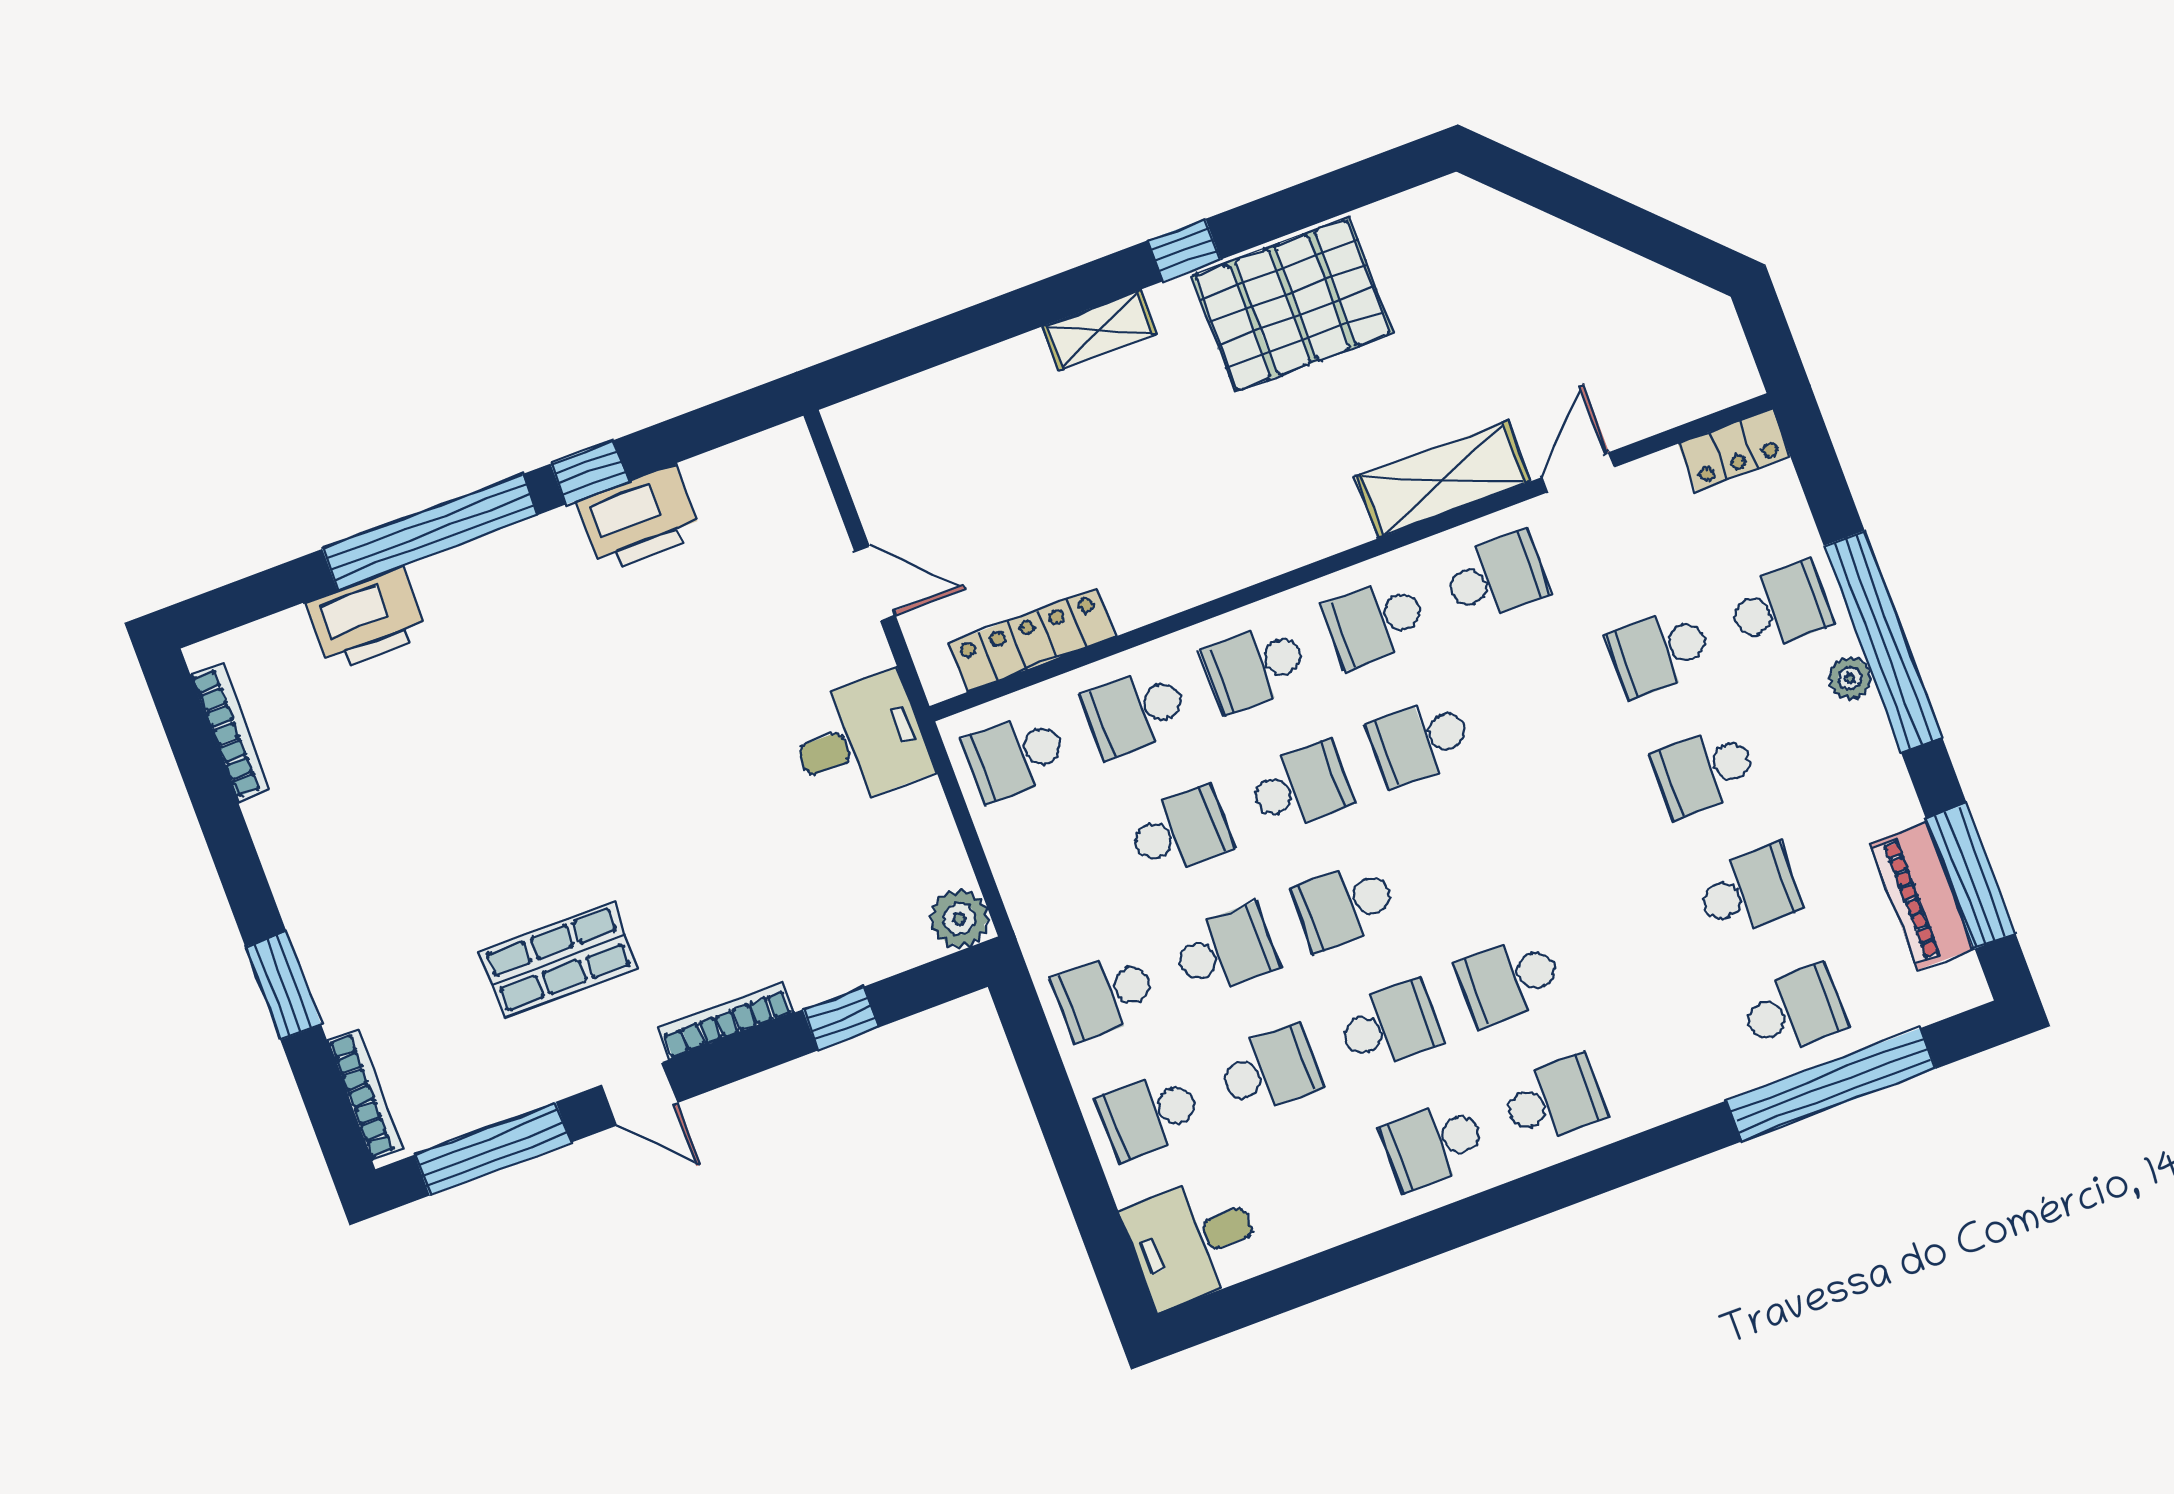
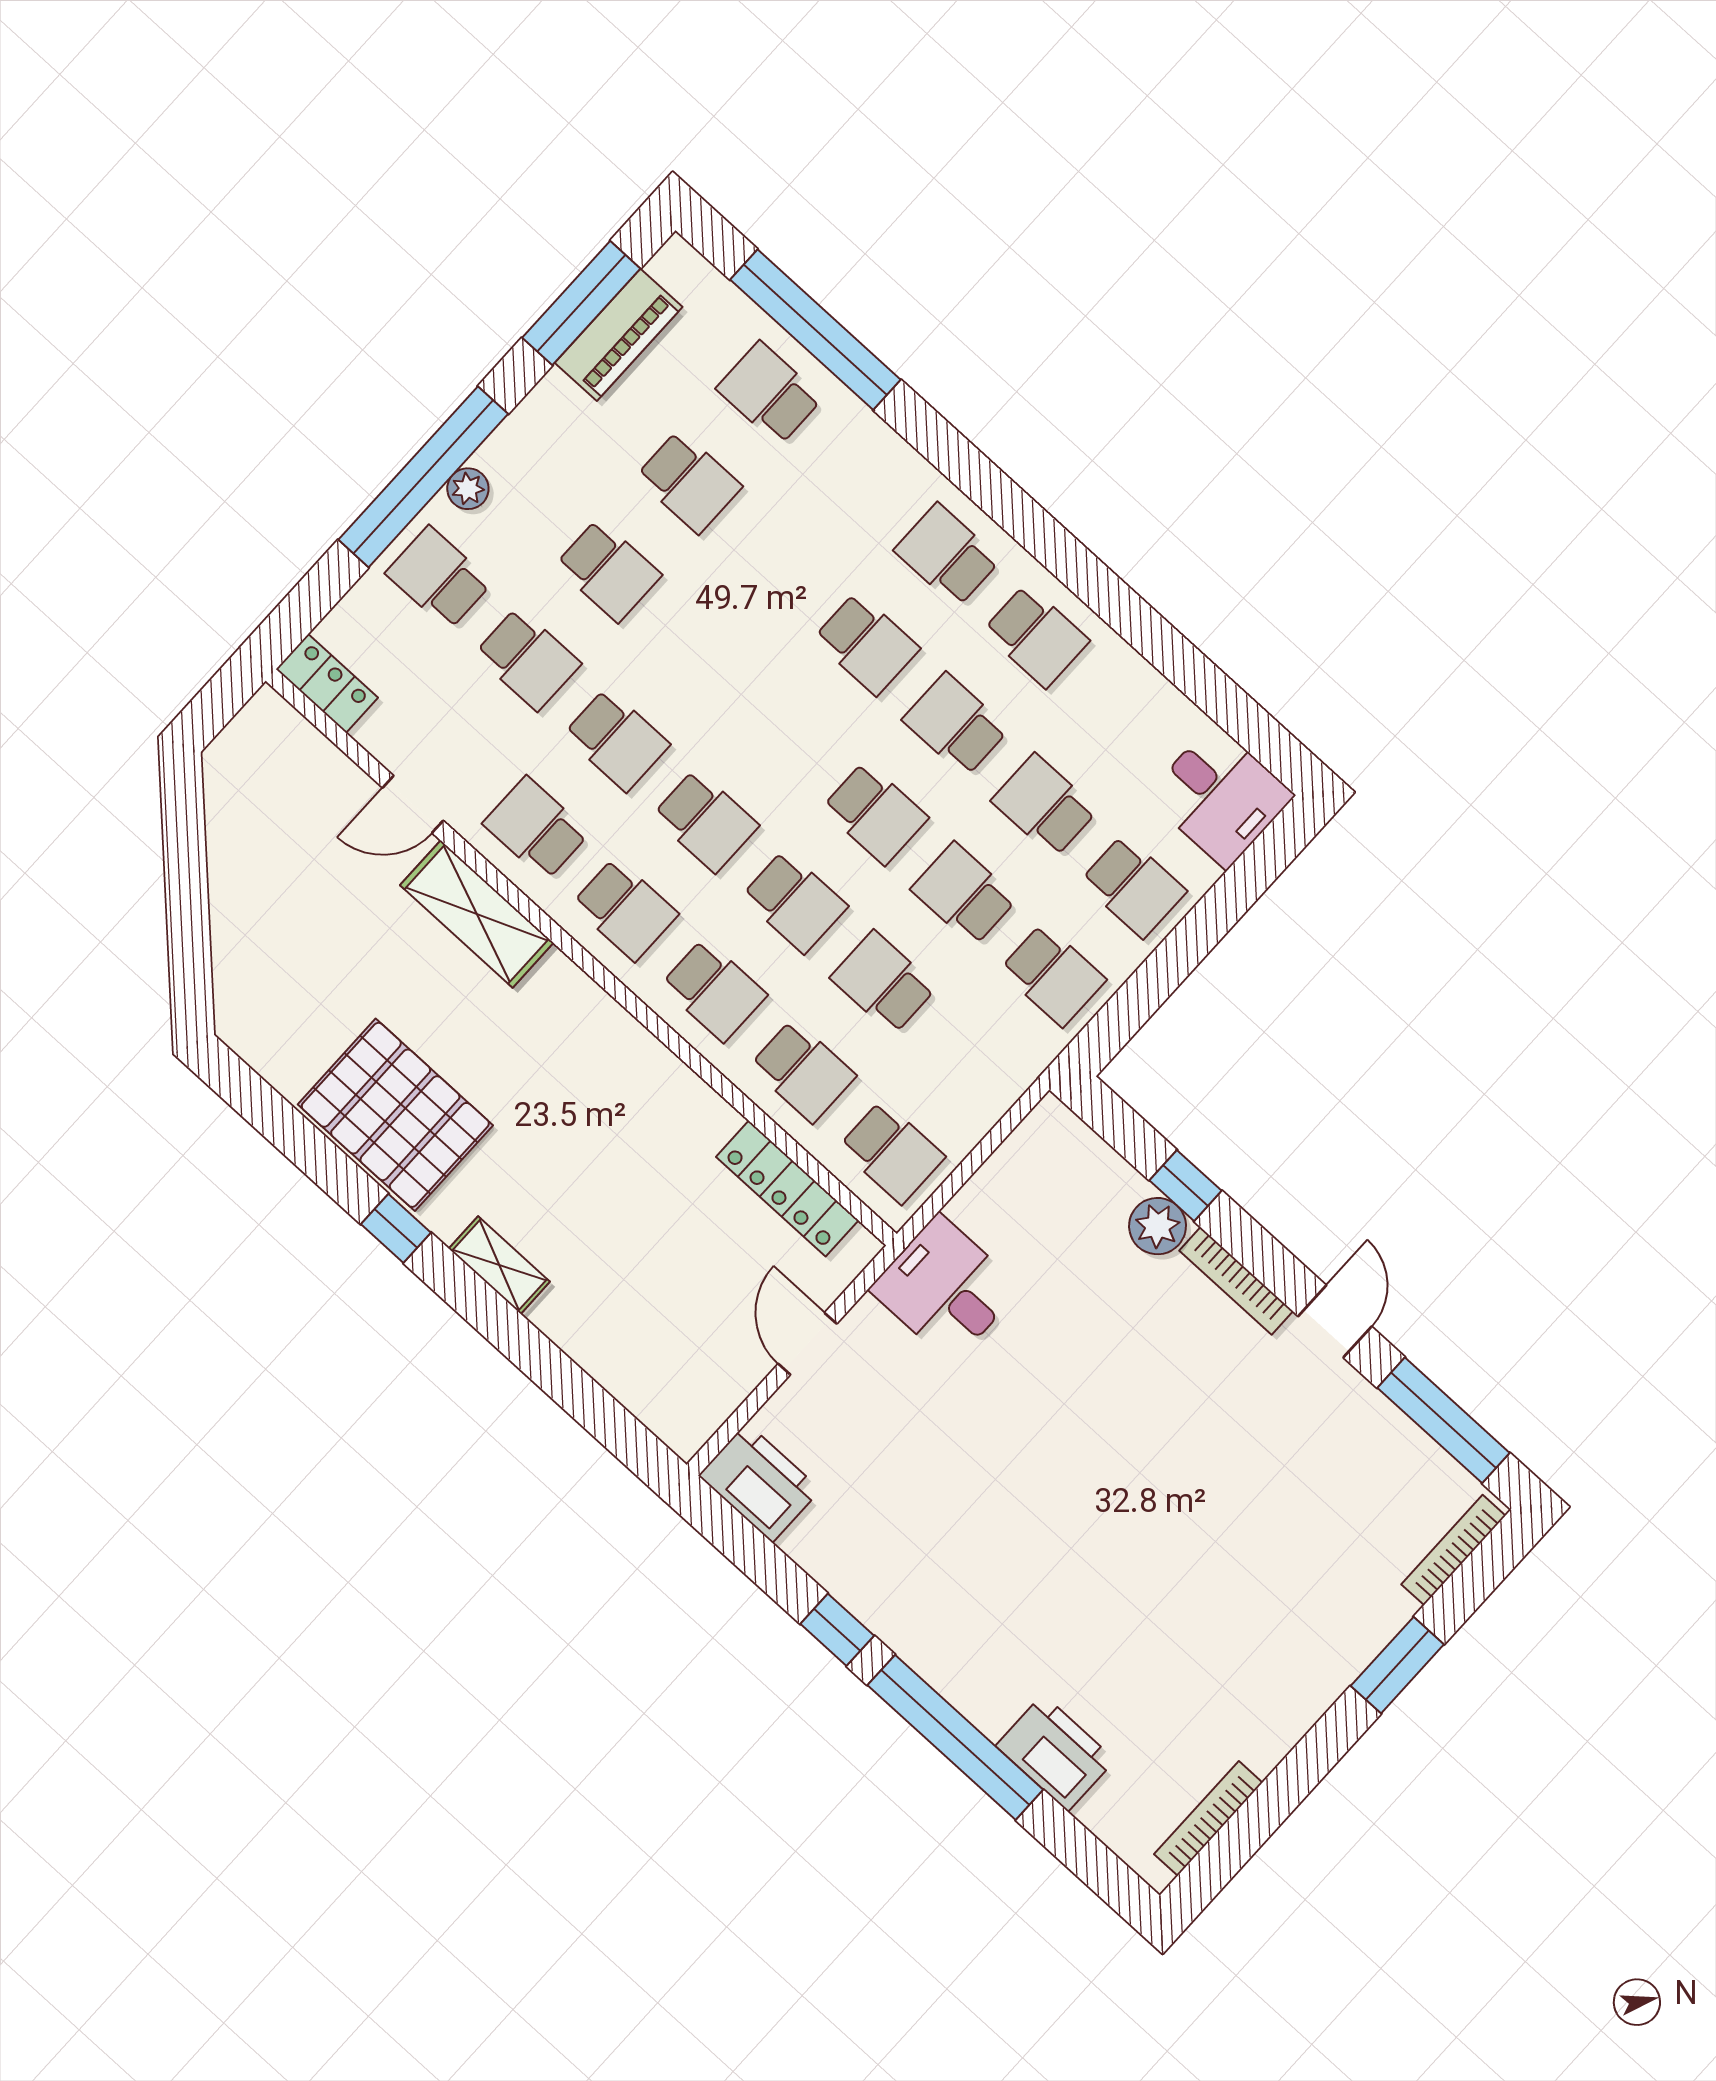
printer: (639, 518) -> (759, 1483), moved
school desk: (1540, 697) -> (617, 740), added
school desk: (1300, 786) -> (794, 902), turned 180
school desk: (1749, 891) -> (689, 482), turned 180
plant: (959, 919) -> (1158, 1226), moved
shop shelf: (558, 960) -> (1257, 1447), removed

